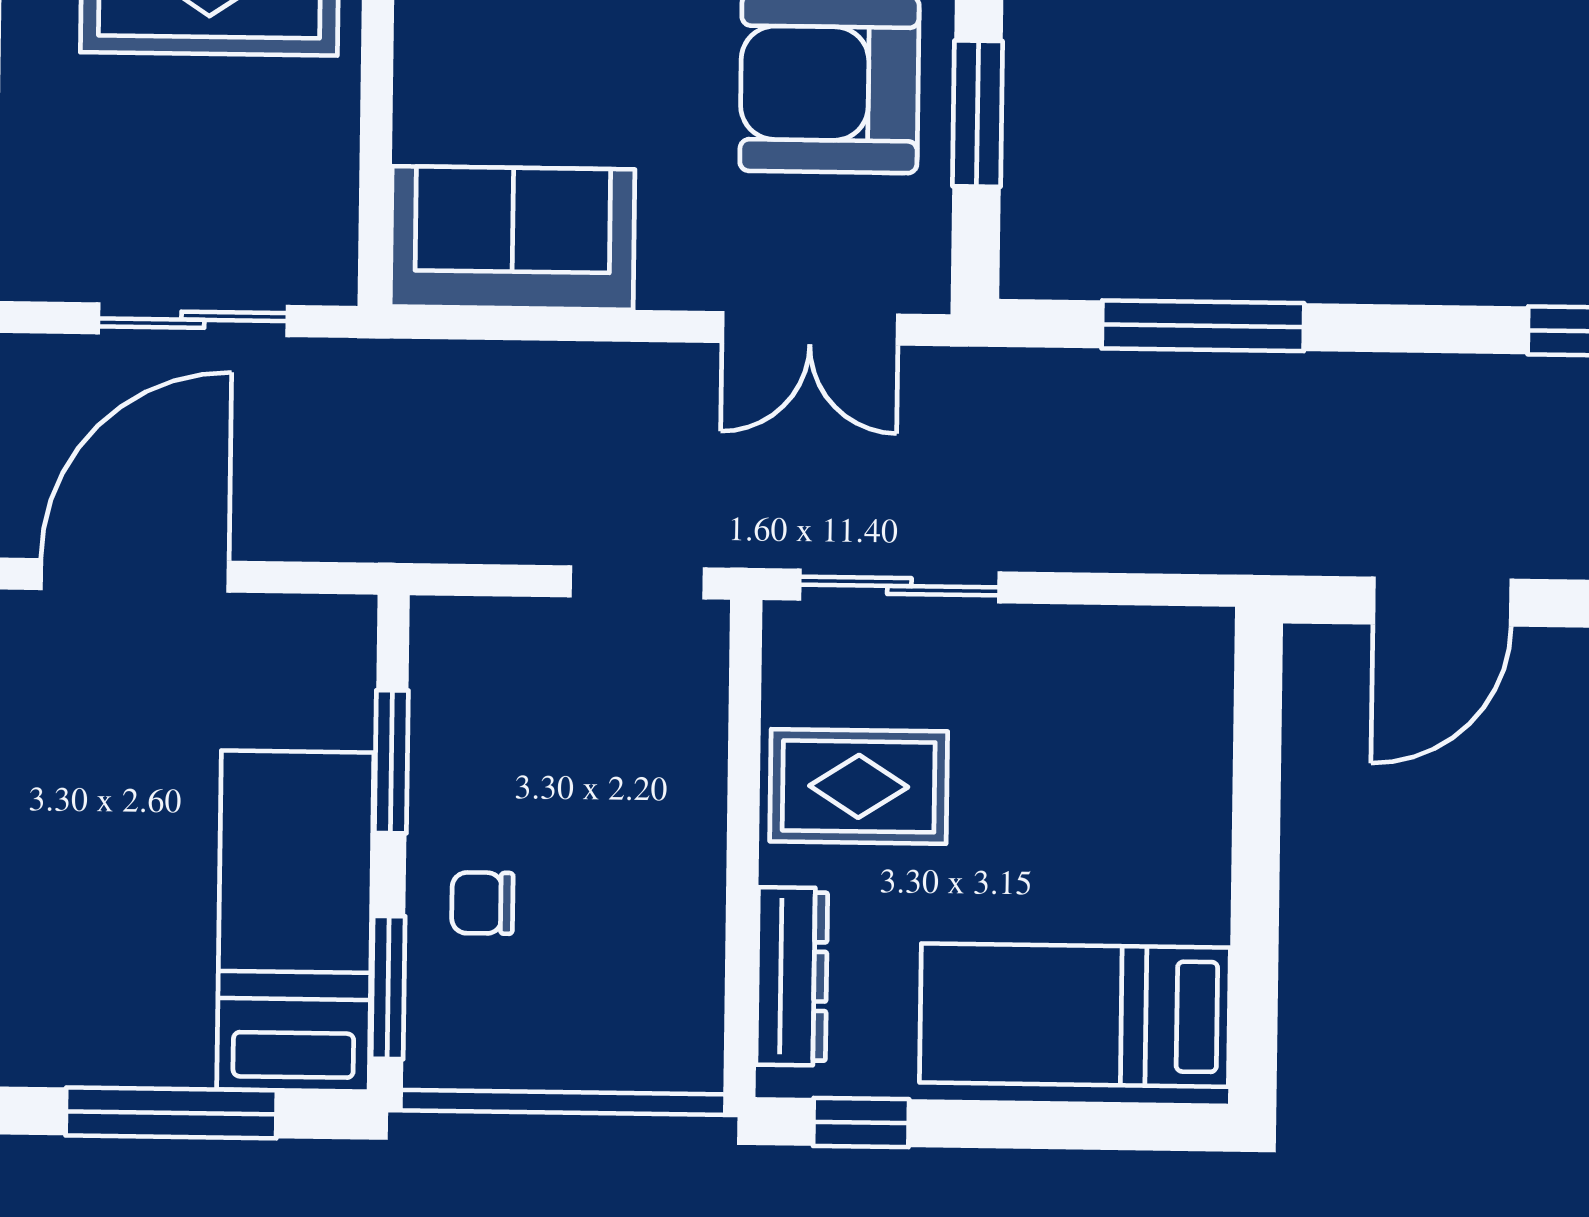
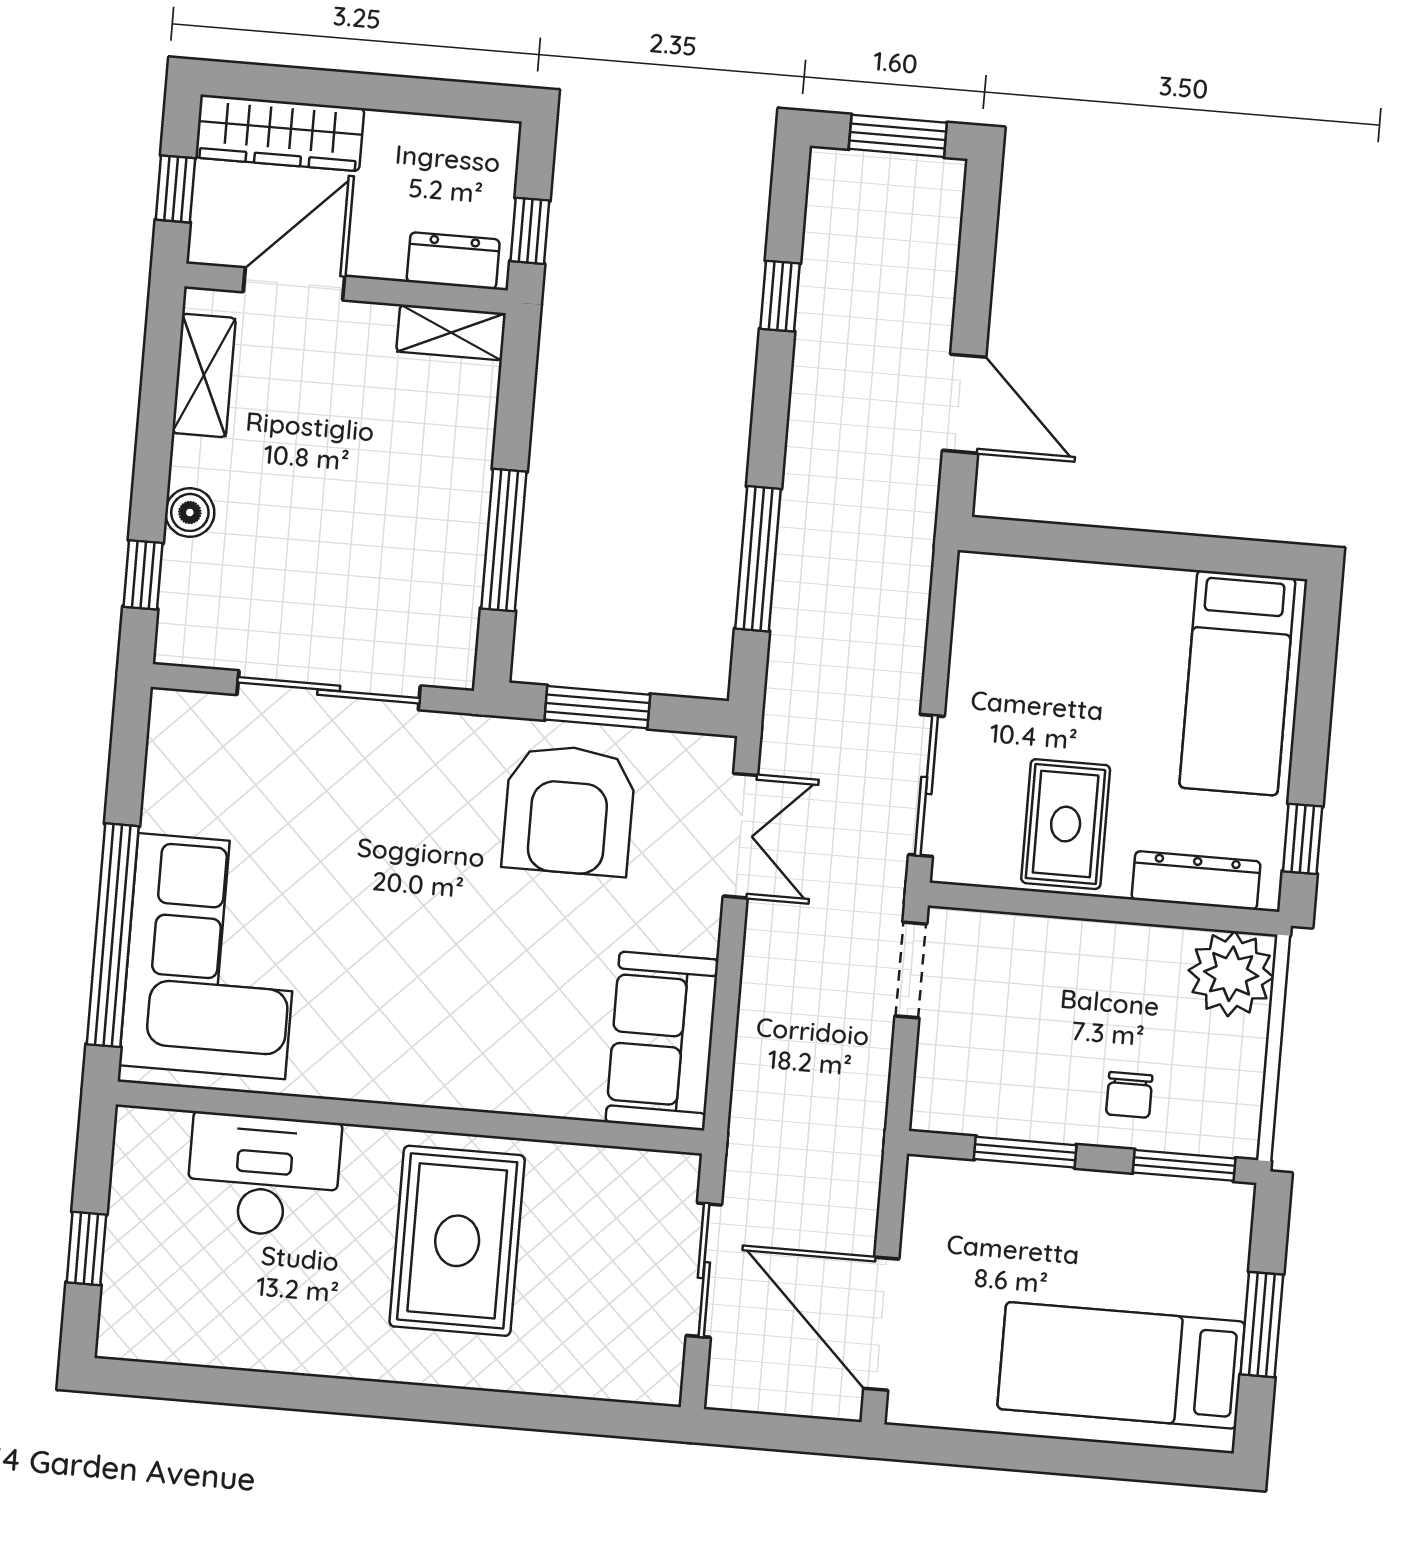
bed: (295, 921) -> (1121, 1365), moved
plant: (664, 1035) -> (1231, 974), added
window: (171, 1113) -> (1262, 1325), width x0.69

